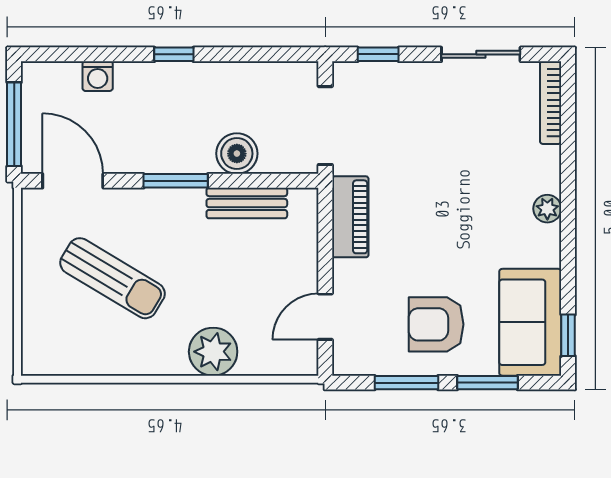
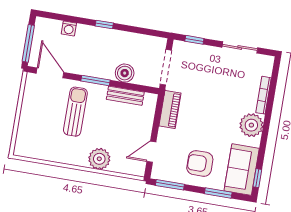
bookcase: (551, 103) -> (263, 95), moved
plant: (547, 209) -> (251, 125), width x1.87, depth x1.87
sun lounger: (112, 278) -> (75, 112), moved, turned -121
window: (406, 383) -> (170, 185), moved

